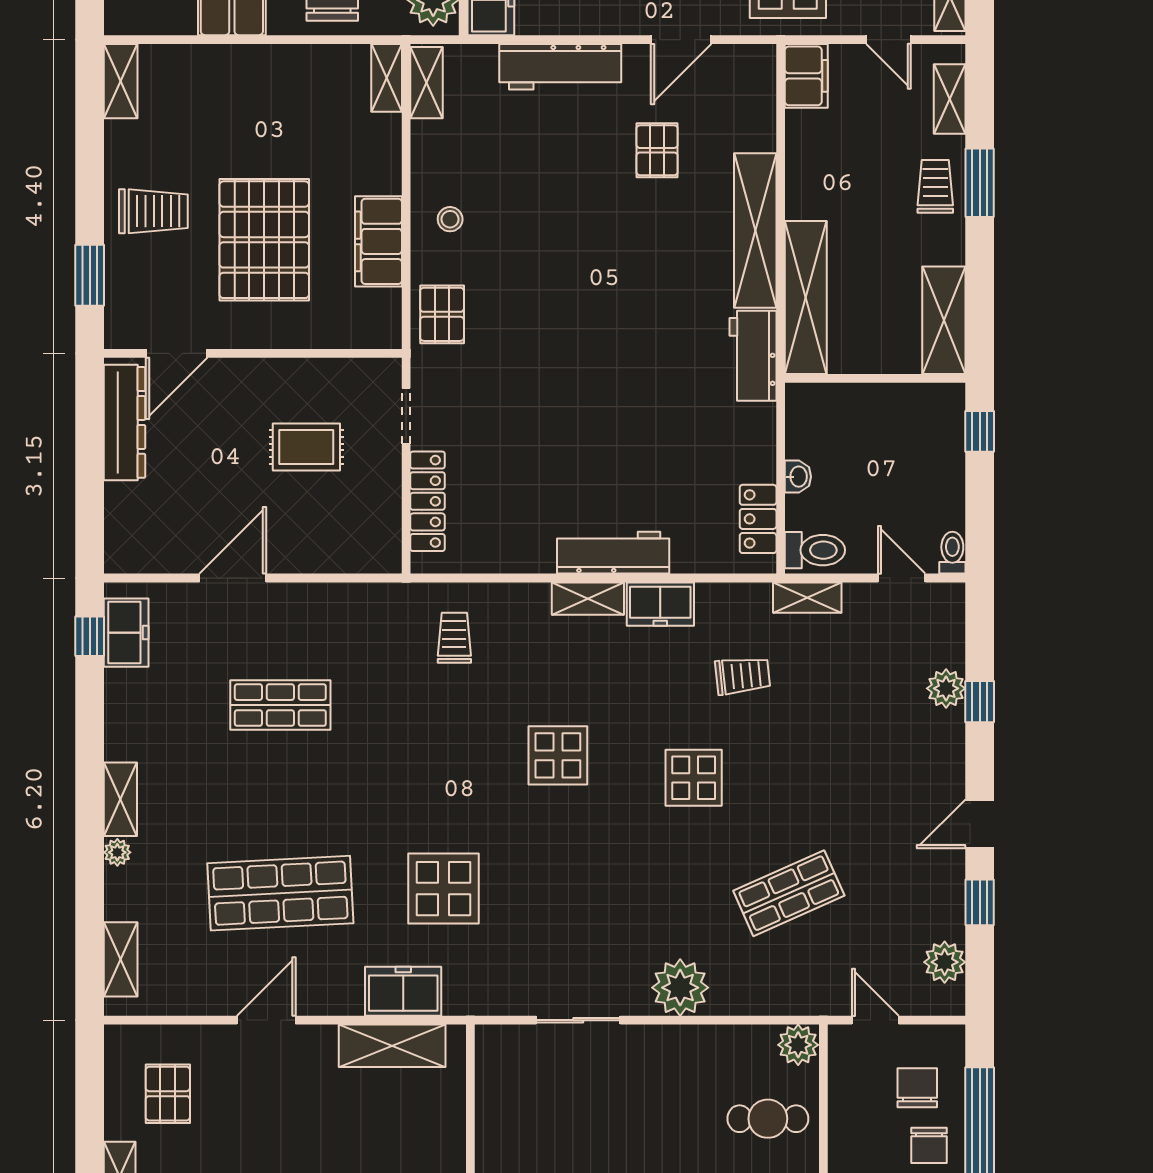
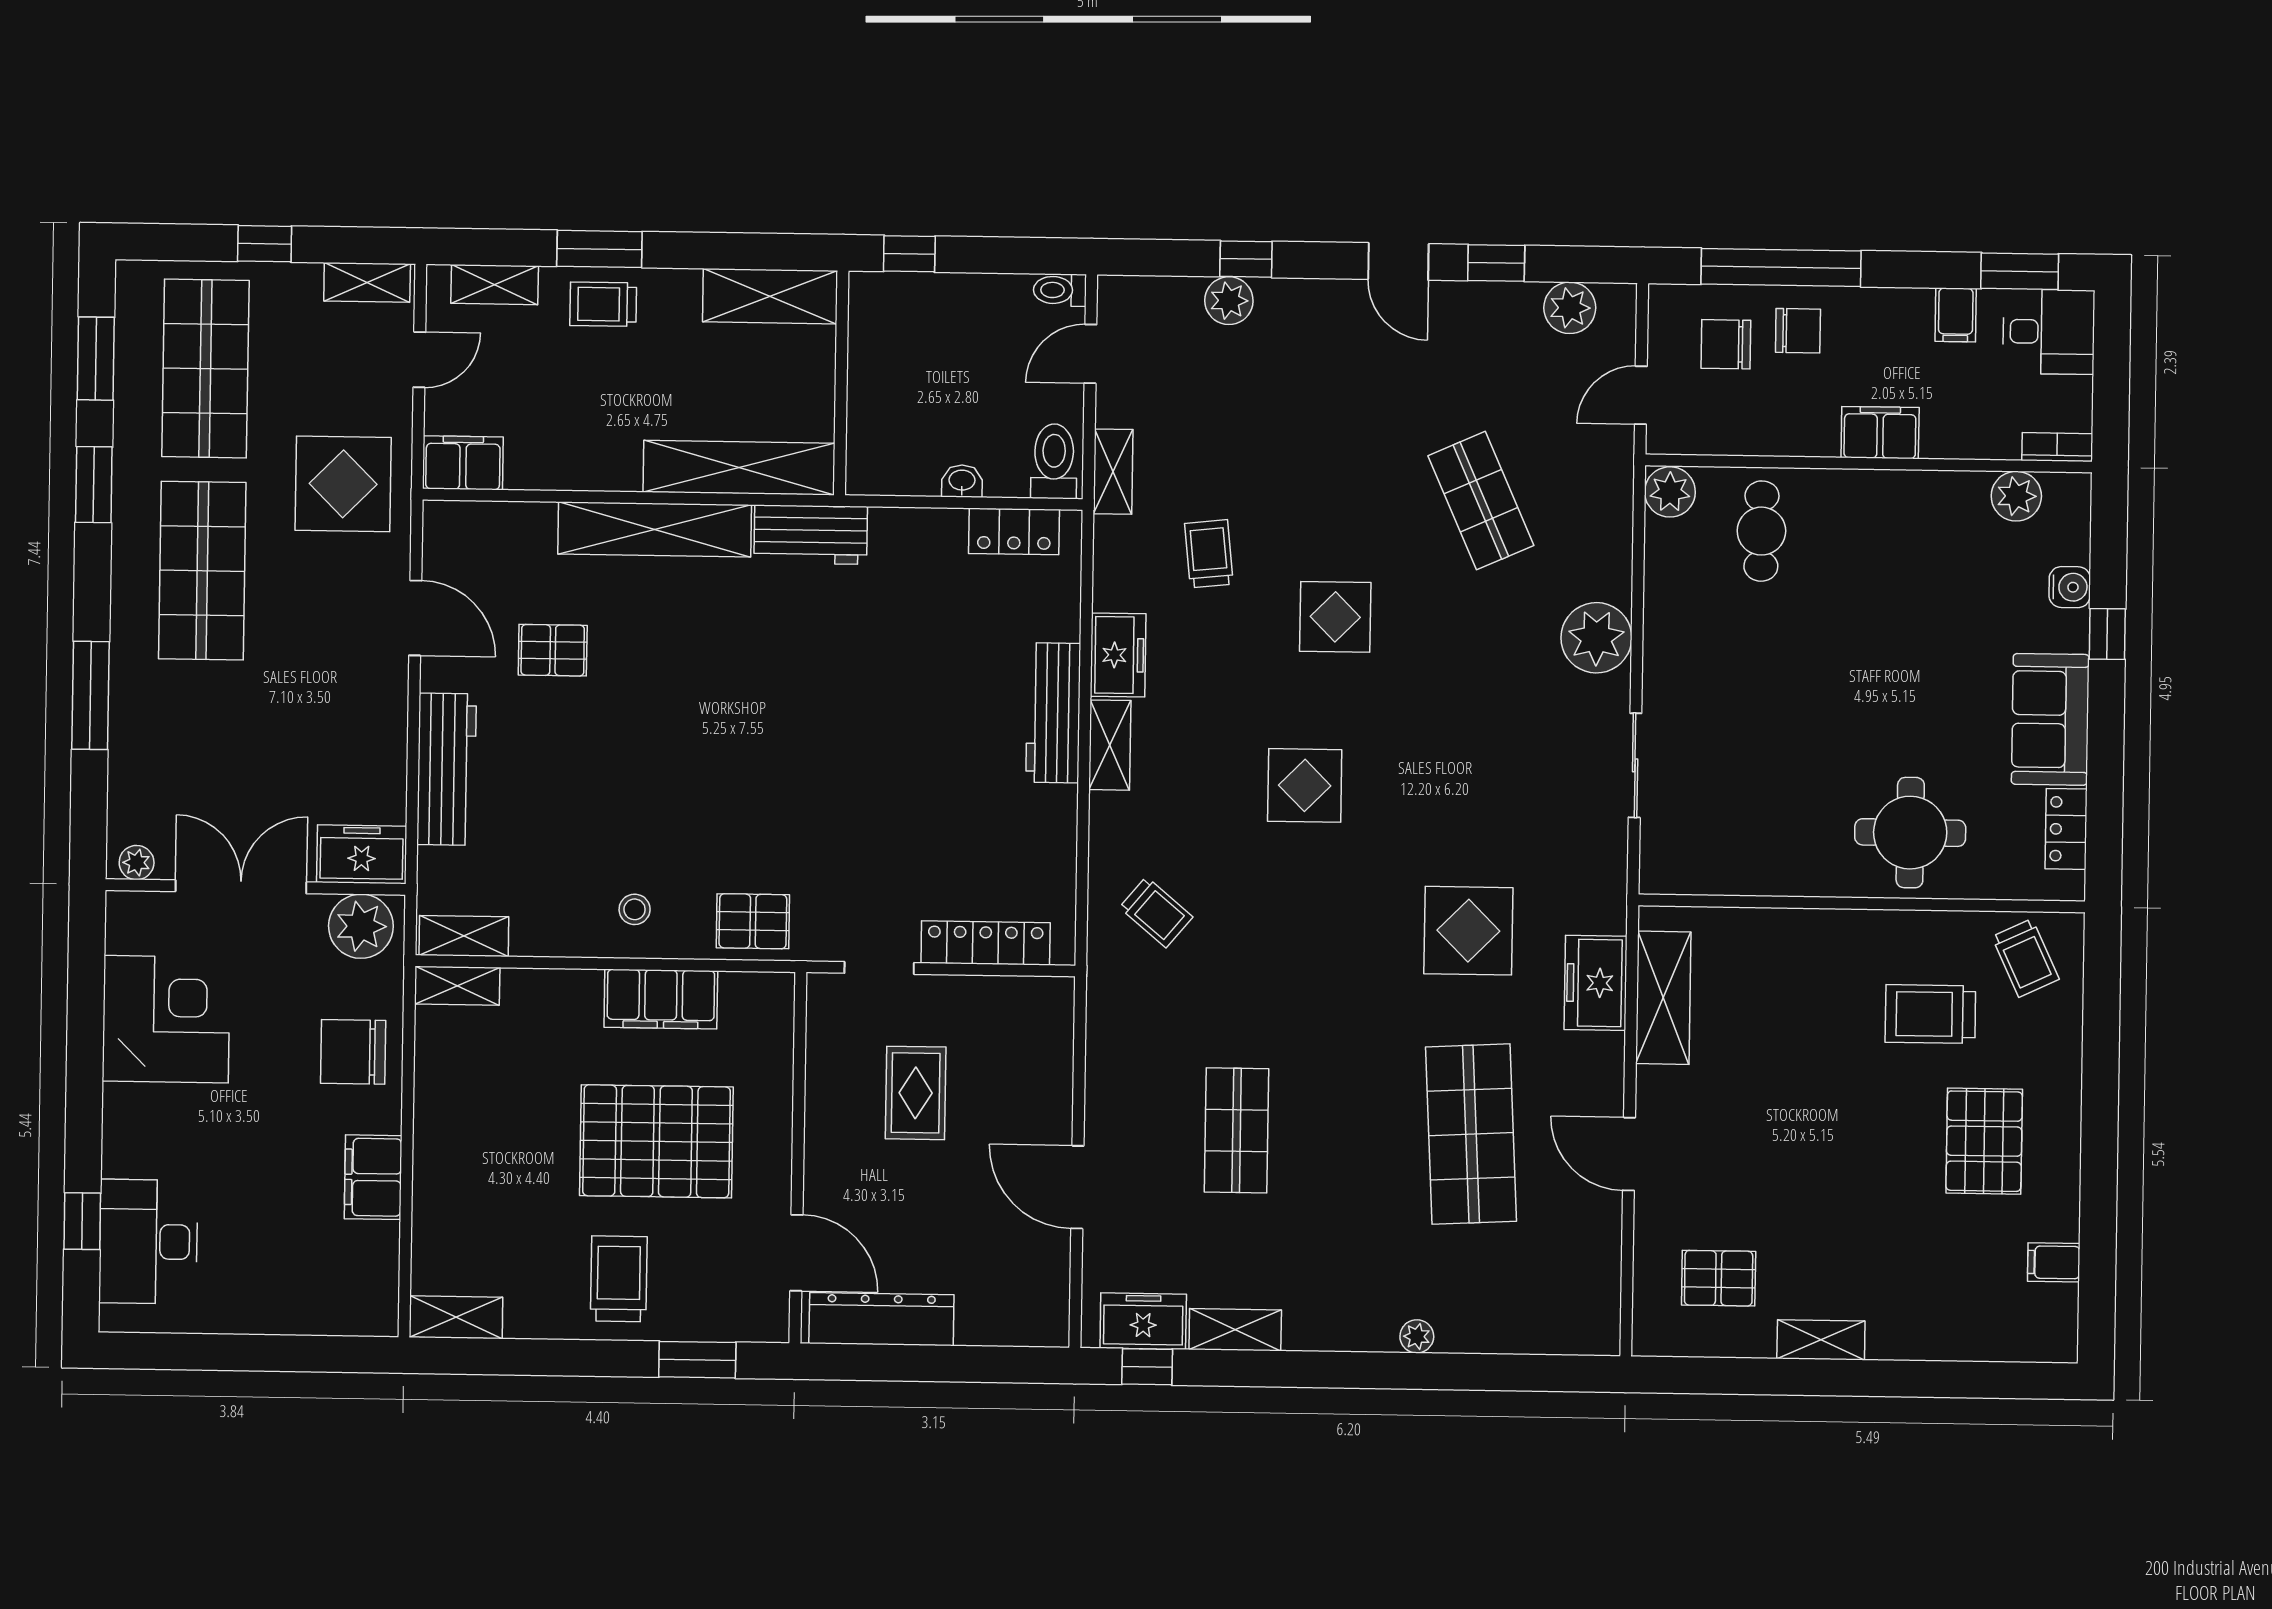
trolley: (454, 638) -> (1156, 912), turned -140
shelving: (120, 799) -> (1235, 1330), moved
shelving: (121, 959) -> (1550, 1334), removed

